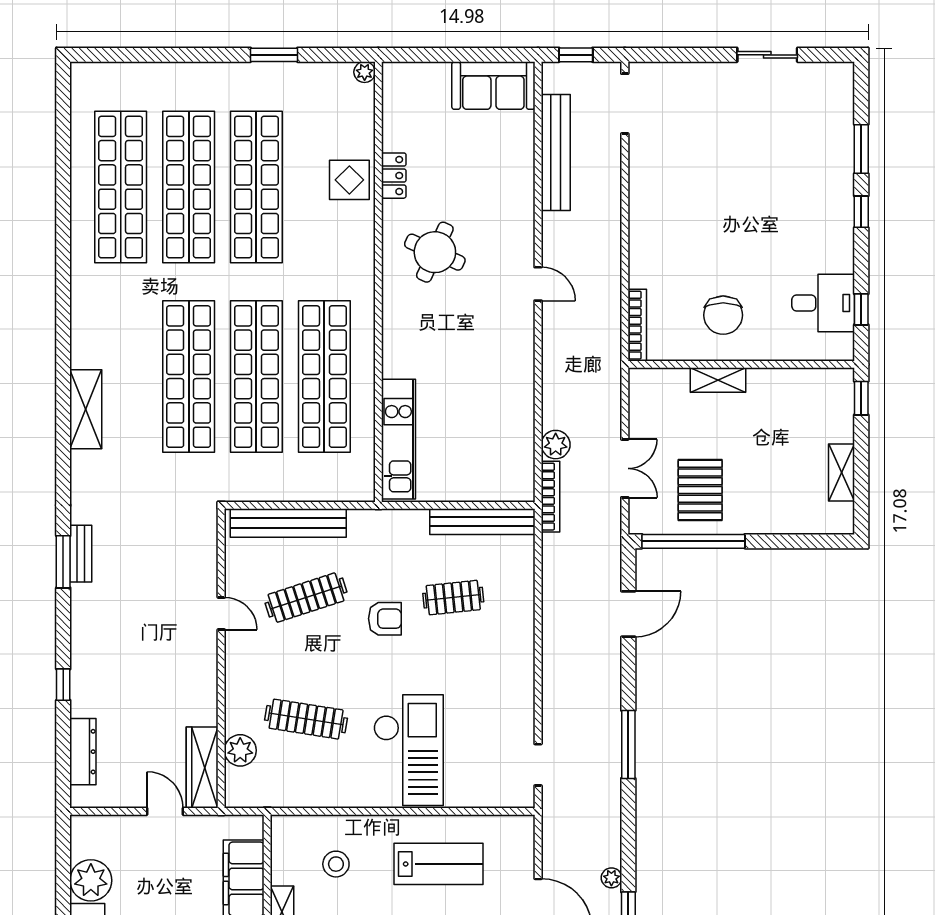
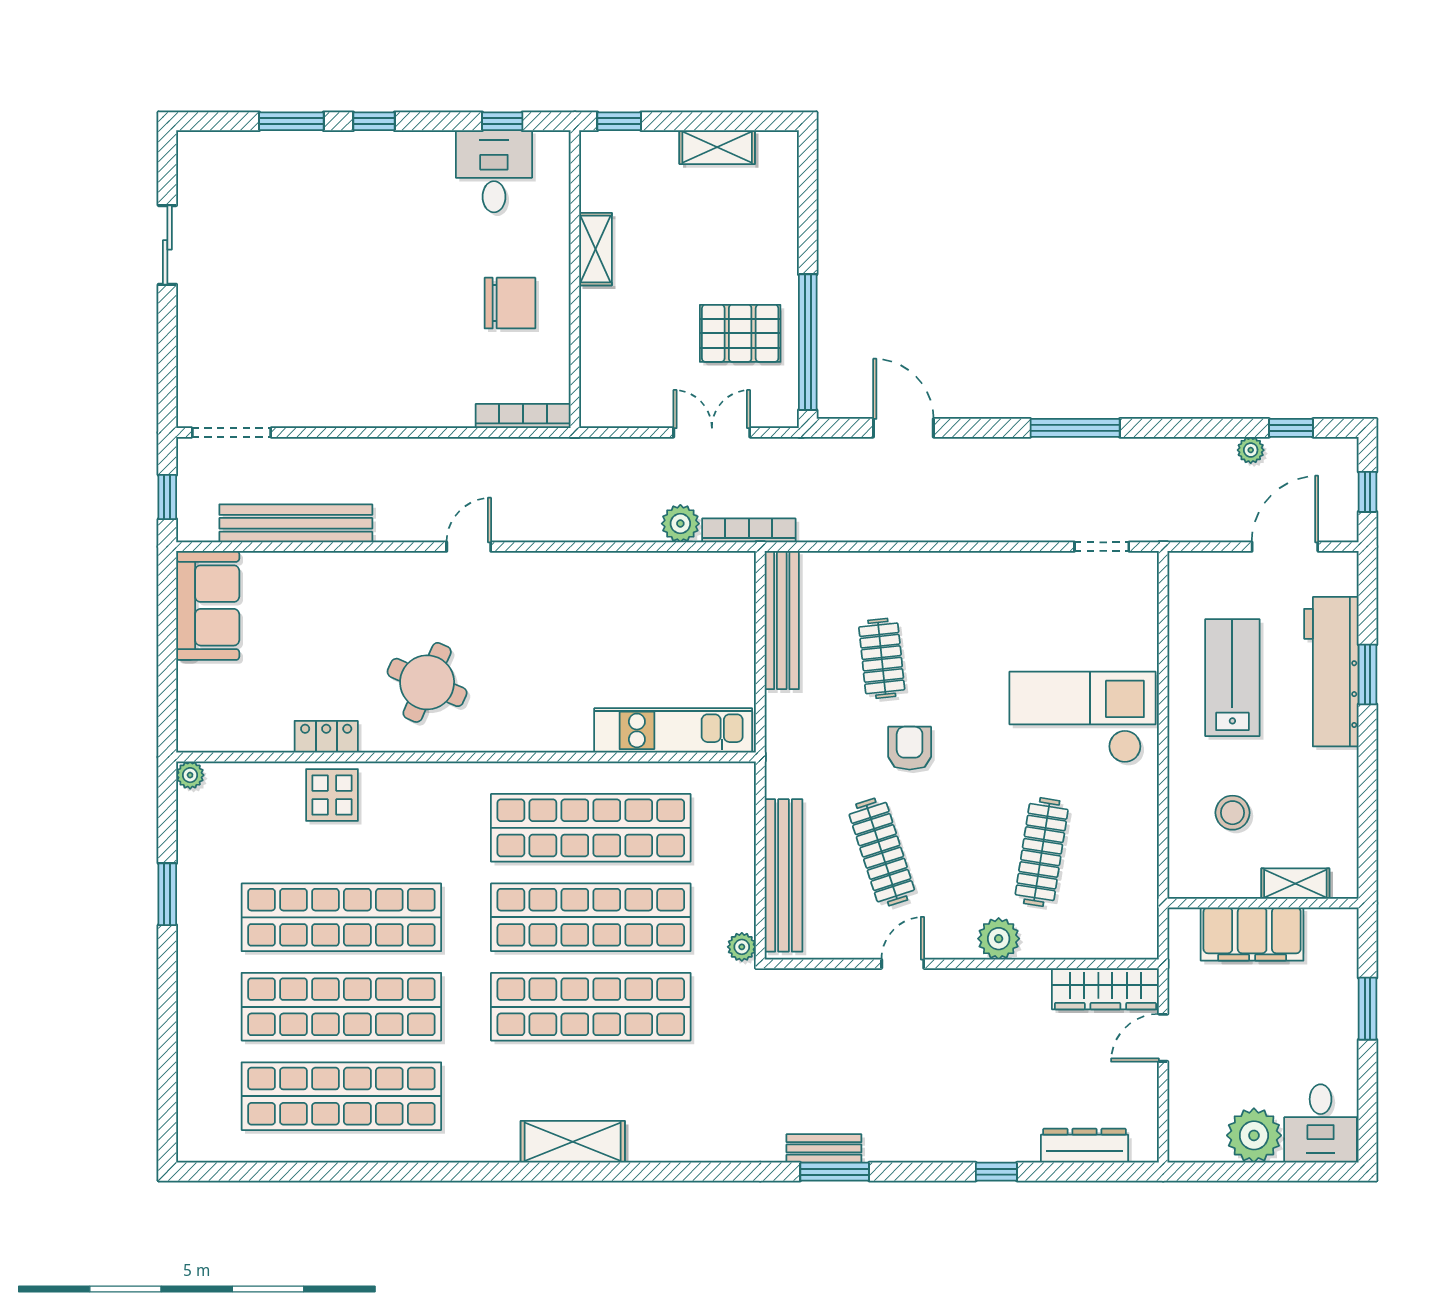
shelving: (718, 380) -> (595, 249), moved
shelving: (86, 409) -> (573, 1142), moved
plant: (234, 491) -> (742, 947), added
plant: (240, 750) -> (999, 939), moved

